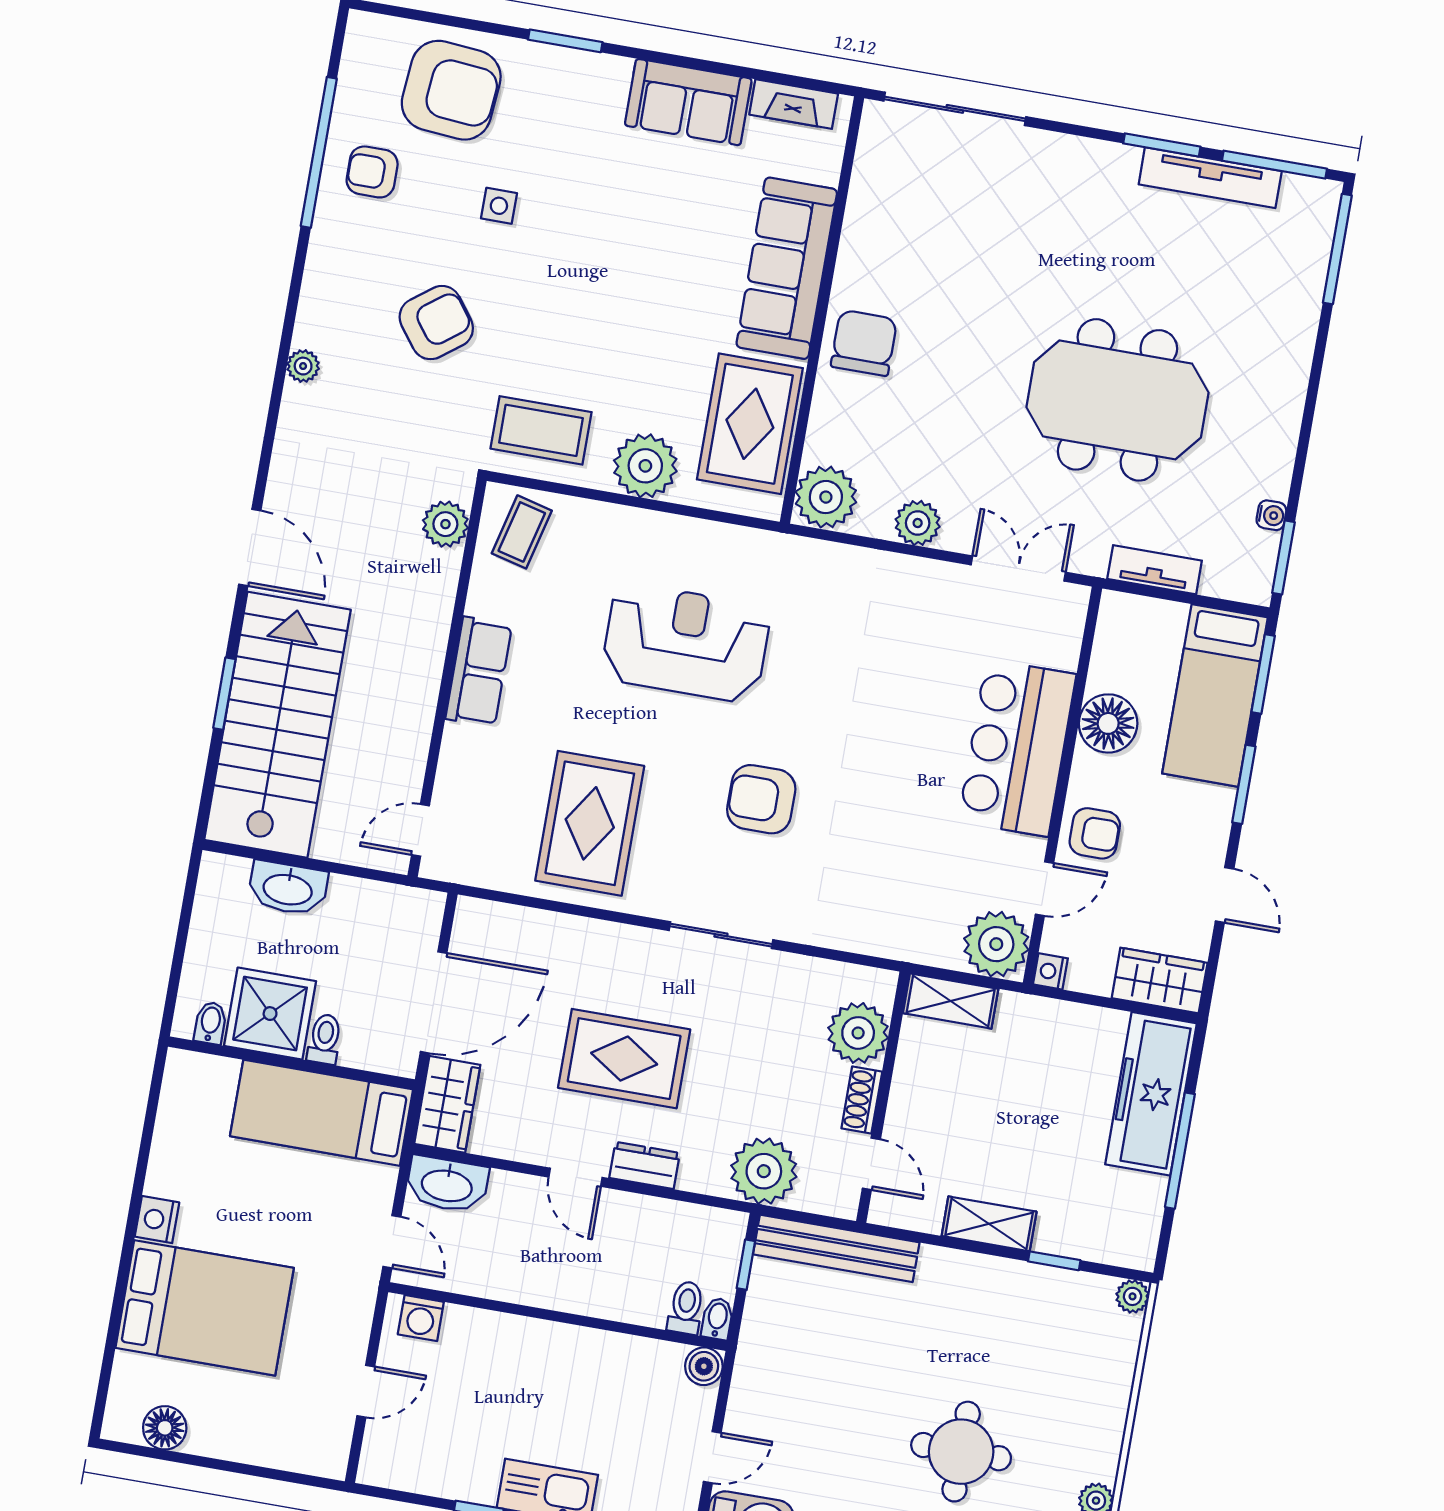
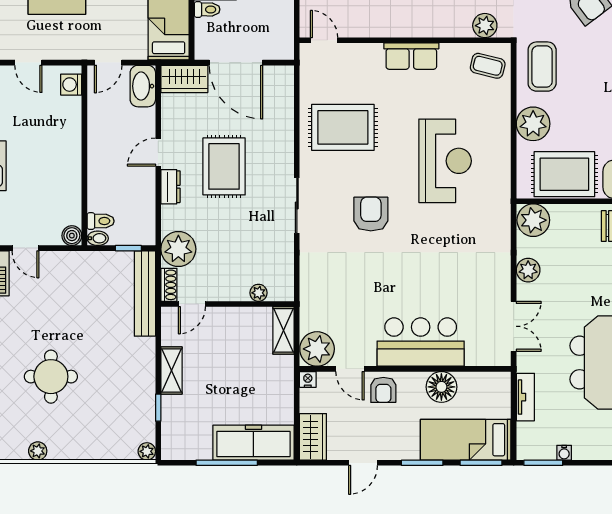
plant: (858, 1033) -> (258, 293), width x0.53, depth x0.53
shoe rack: (862, 1100) -> (169, 285), moved, turned 90

